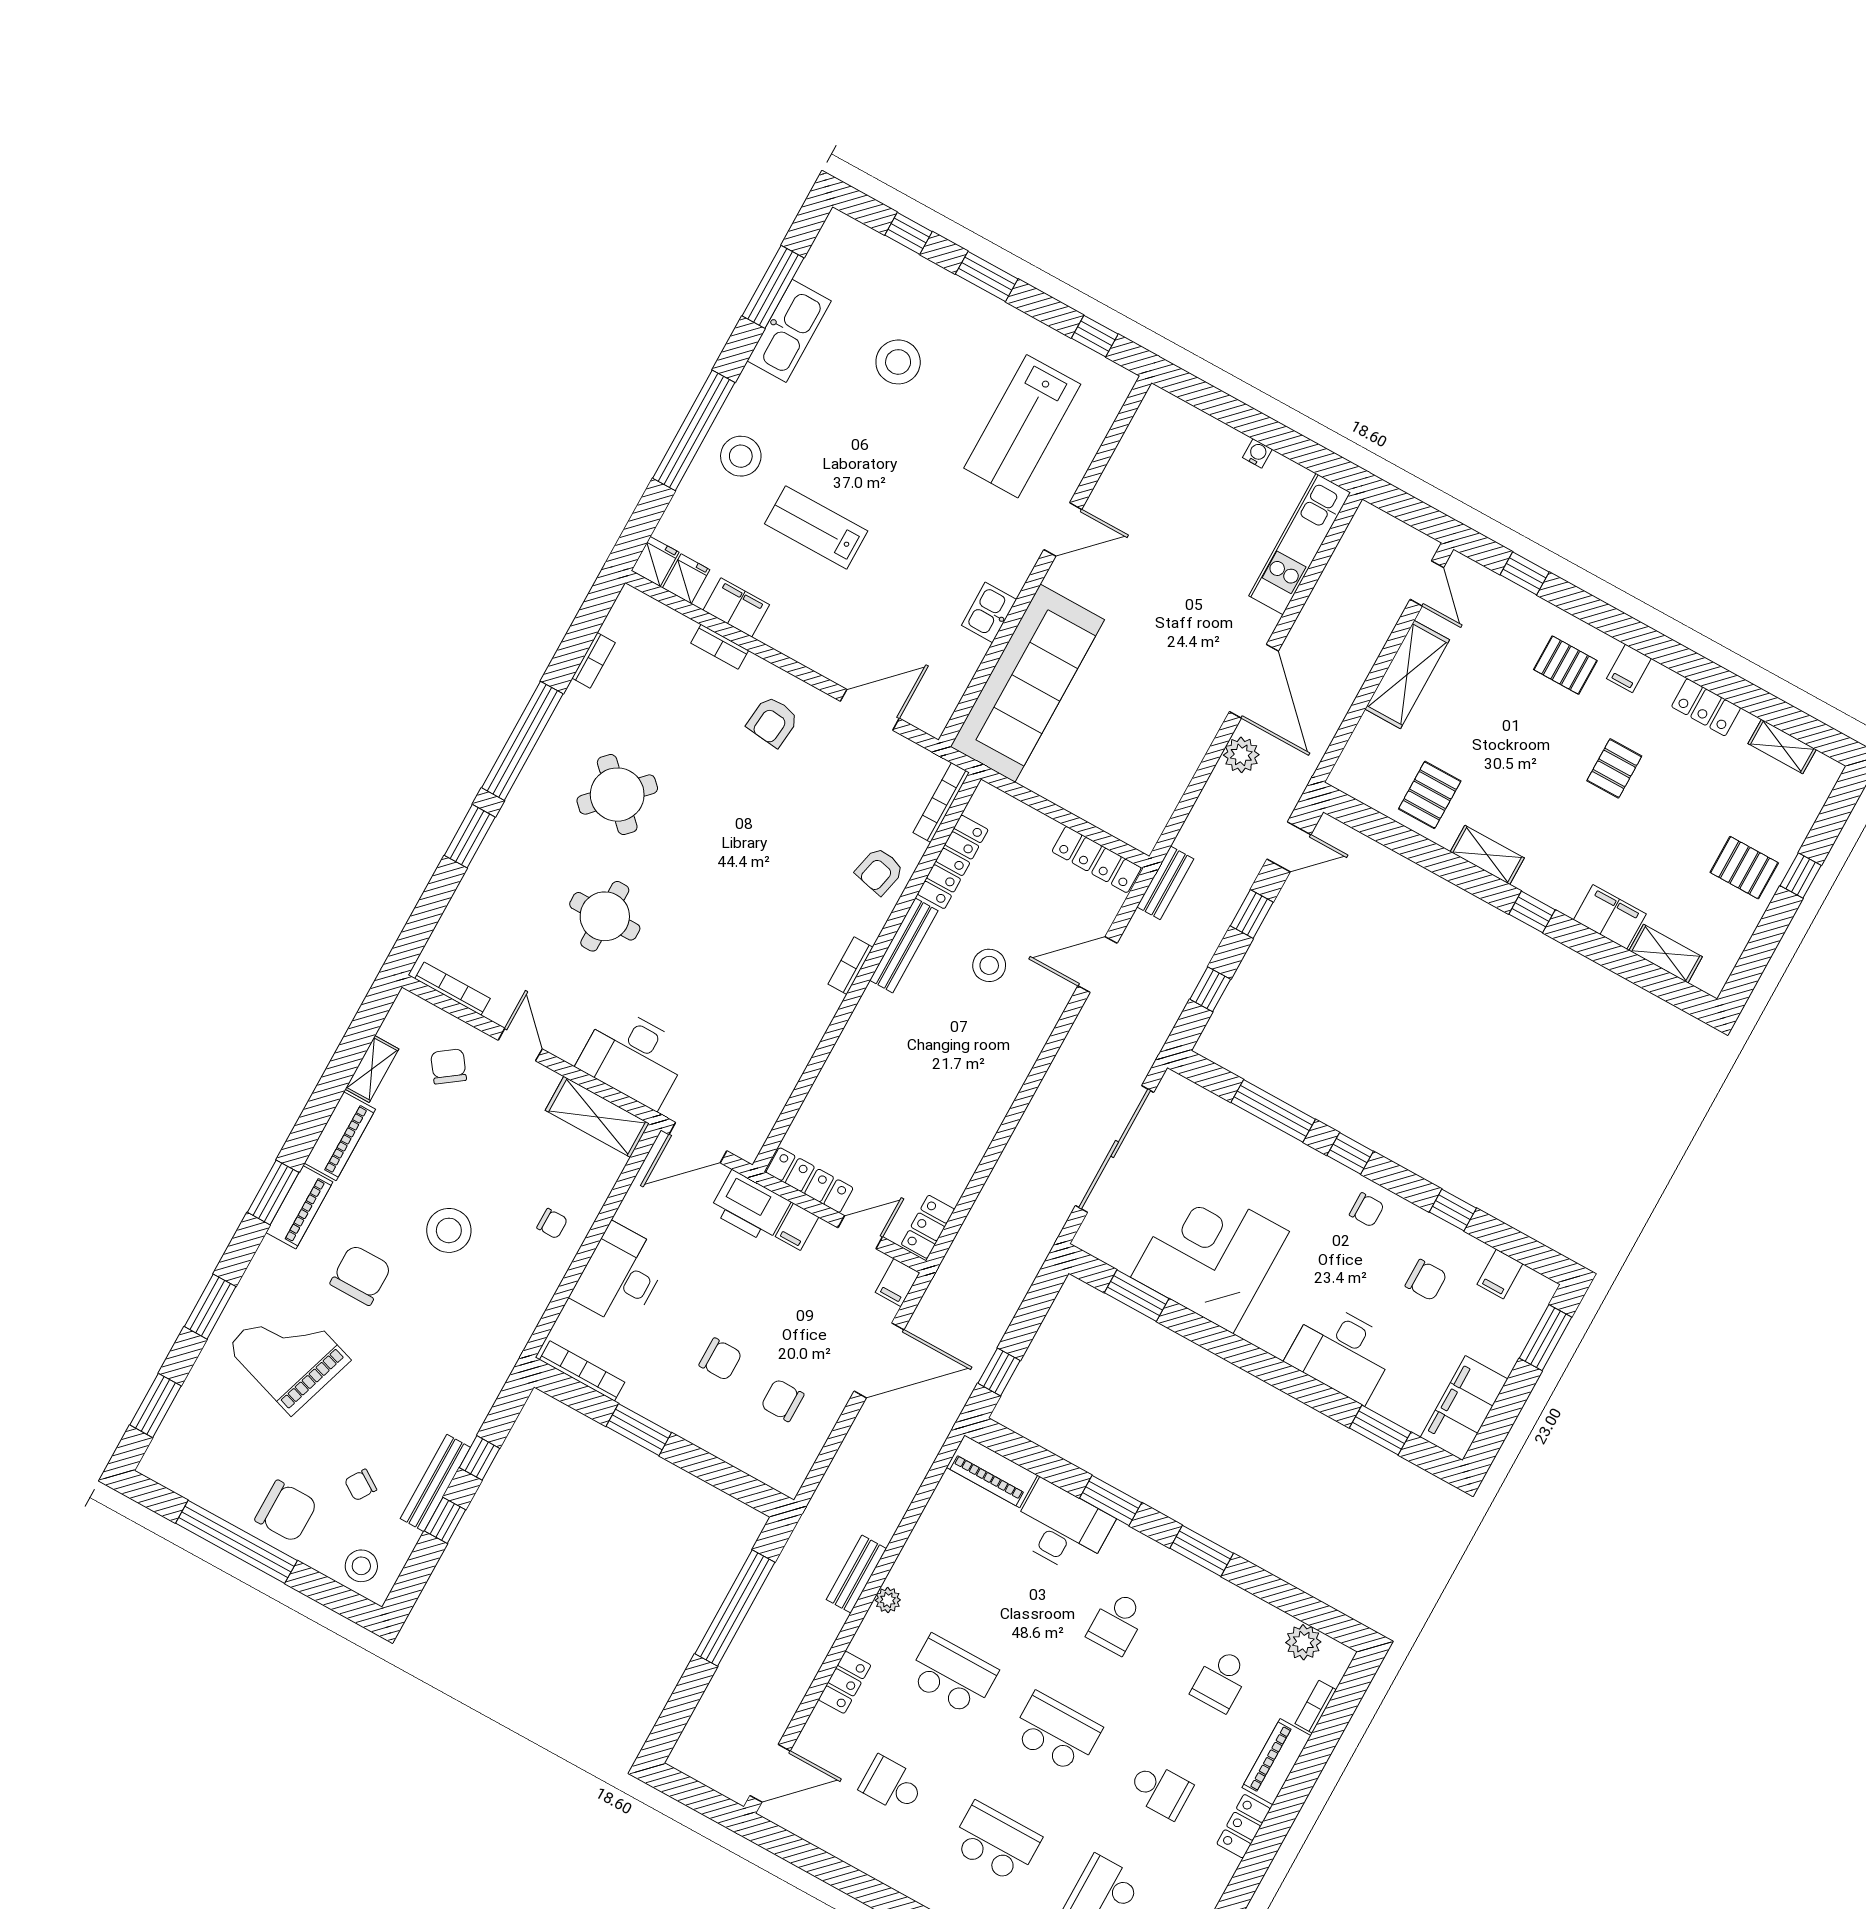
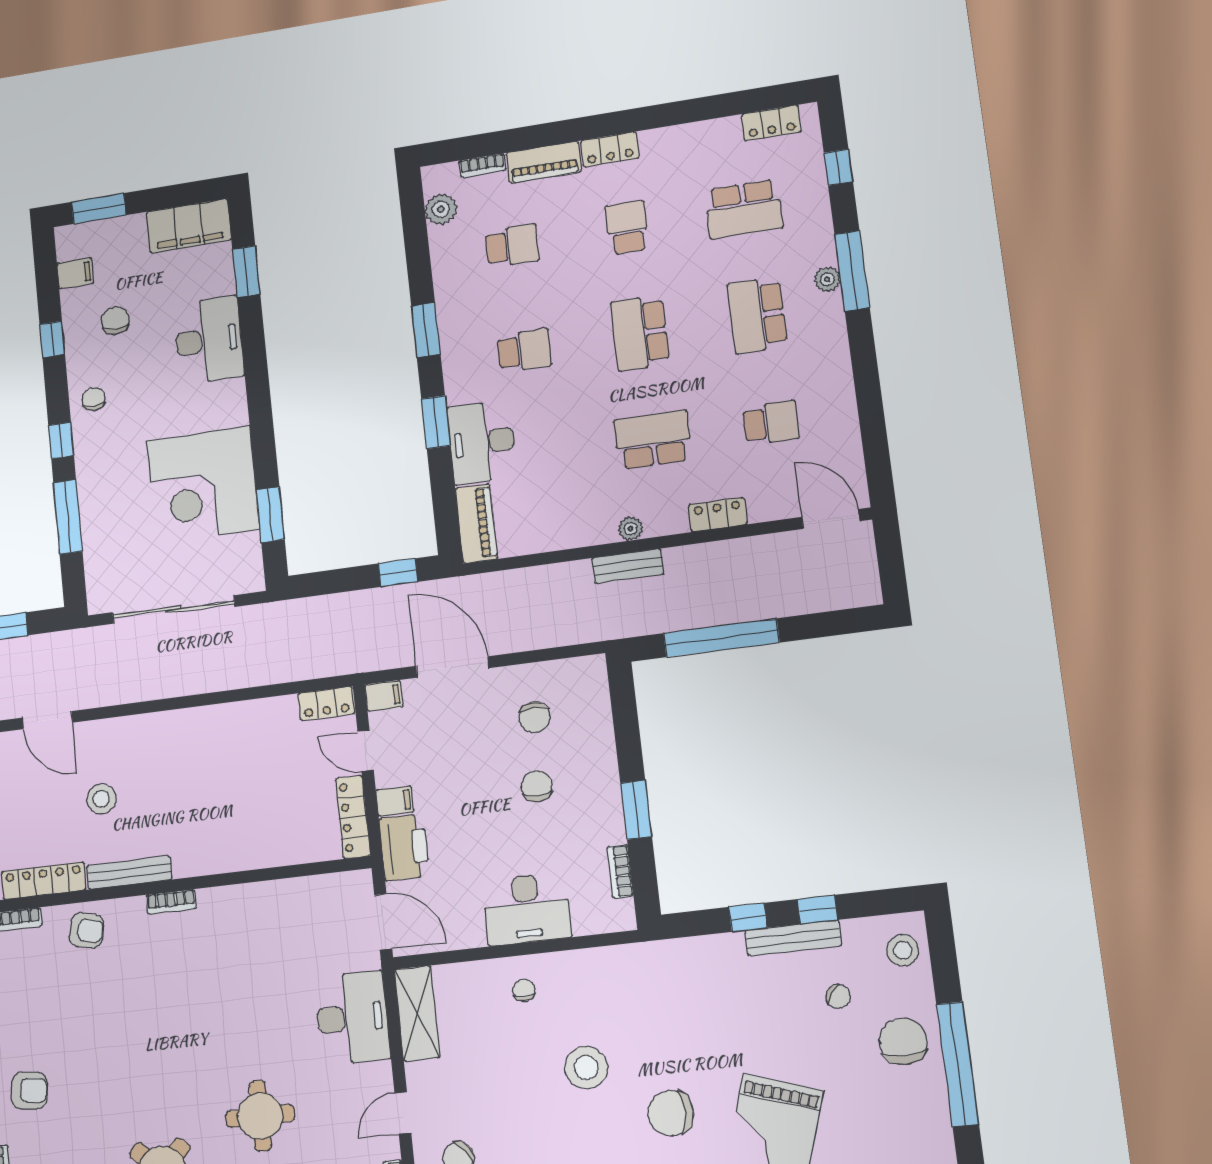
bookcase: (582, 1371) -> (620, 871), width x0.64
school desk: (952, 1675) -> (653, 440), turned 90
school desk: (892, 1785) -> (771, 423), turned -90

